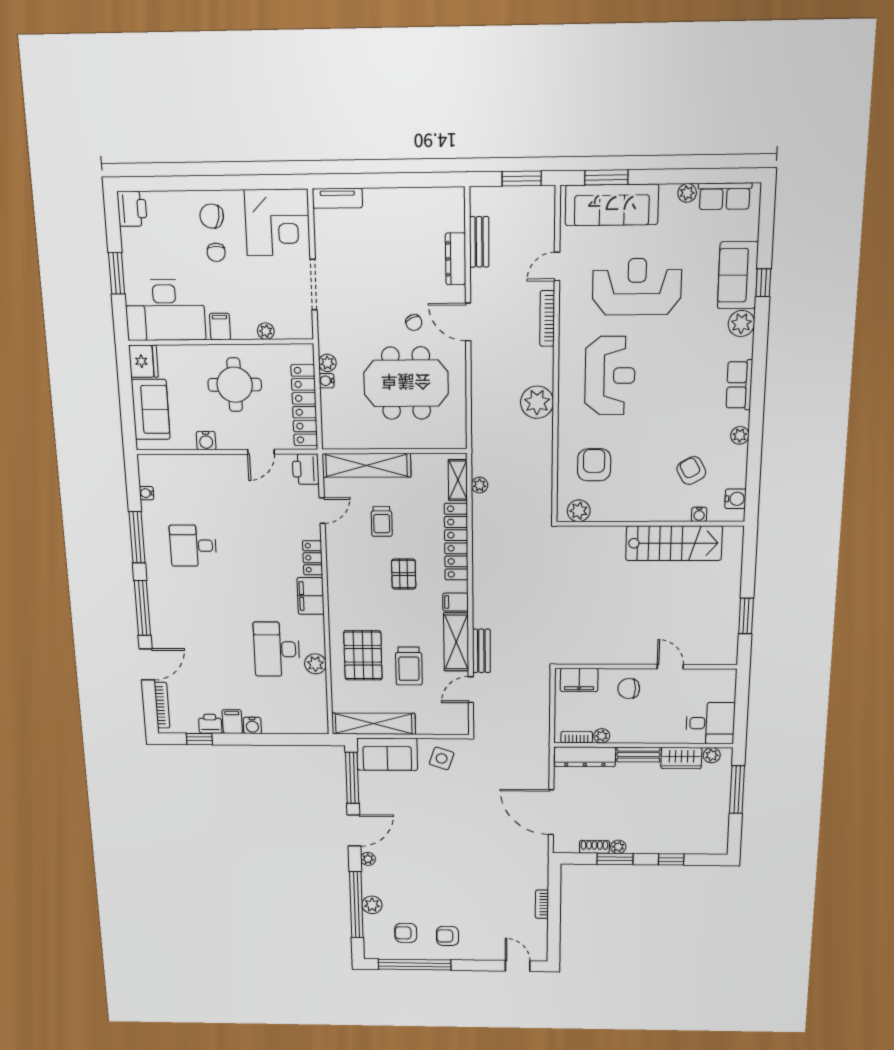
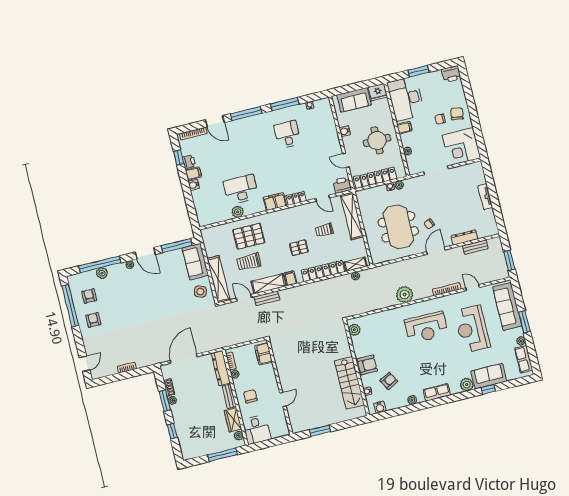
window: (606, 177) -> (524, 322), moved
tv unit: (337, 198) -> (485, 197), moved
reception desk: (637, 287) -> (472, 329), turned 180
armchair: (594, 465) -> (367, 365), moved
chair: (629, 688) -> (250, 396), moved
shelving: (374, 724) -> (218, 279), moved

